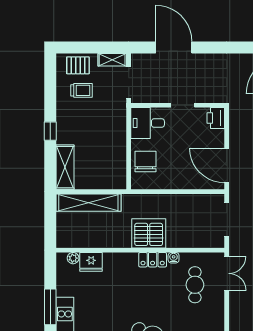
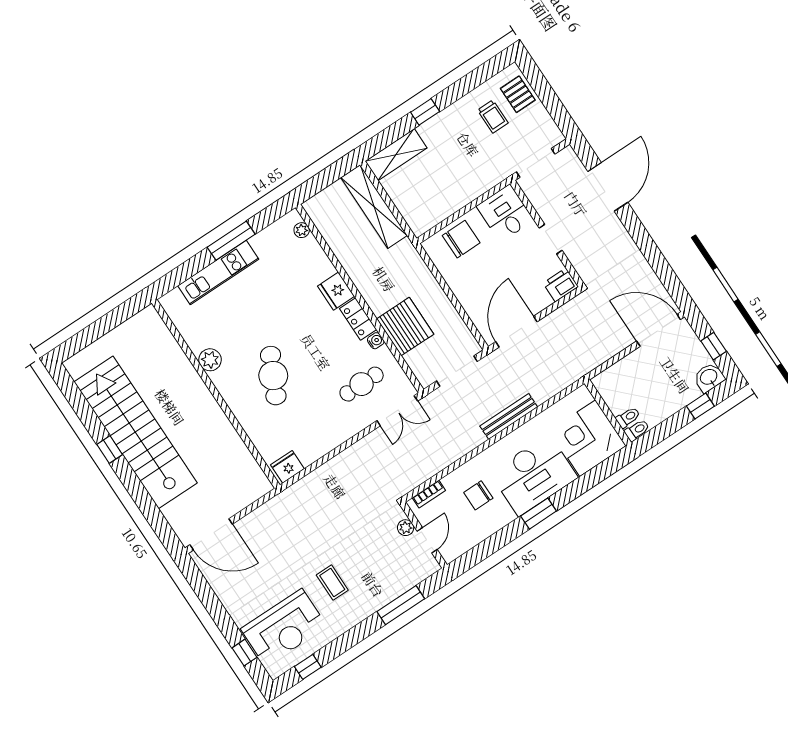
shelving: (112, 60) -> (549, 128), removed
server rack: (149, 233) -> (405, 327), moved
fridge: (91, 262) -> (336, 291), moved

